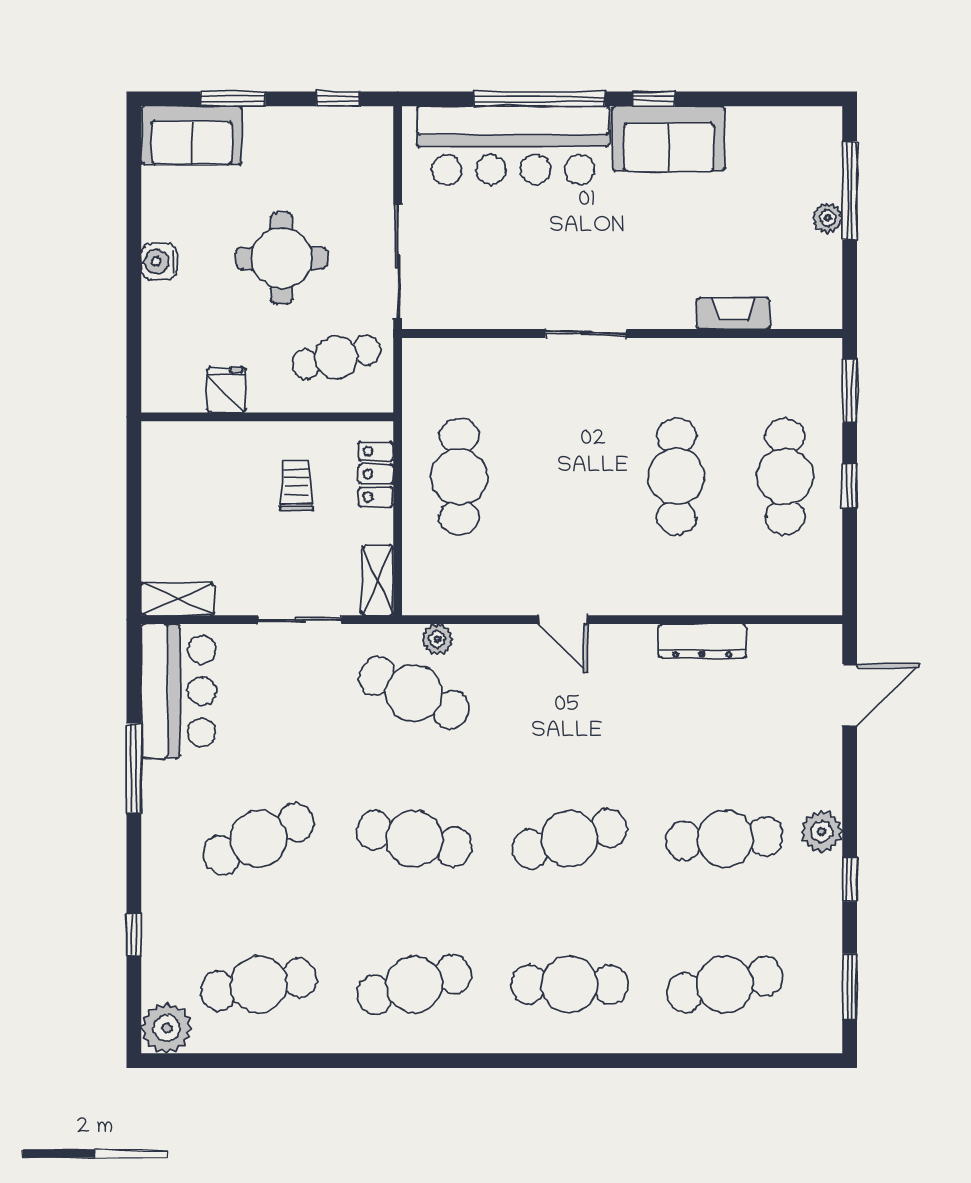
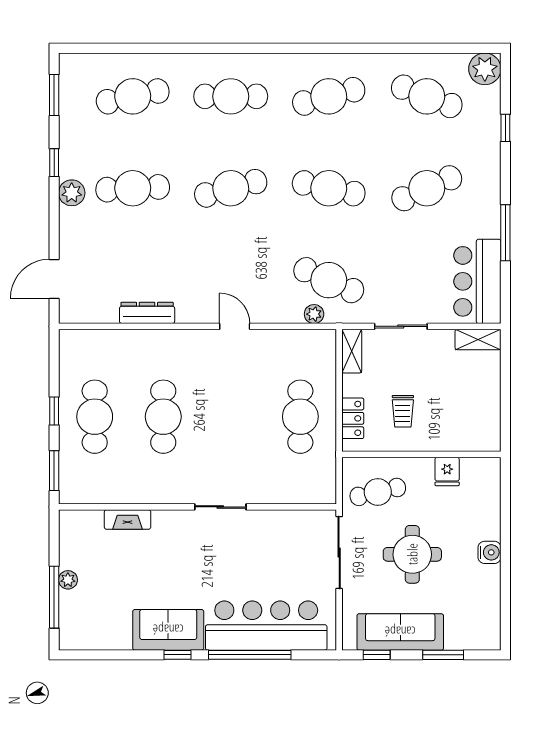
sofa: (192, 135) -> (400, 632), moved, width x1.36
cafe table: (259, 984) -> (427, 96), turned 30

